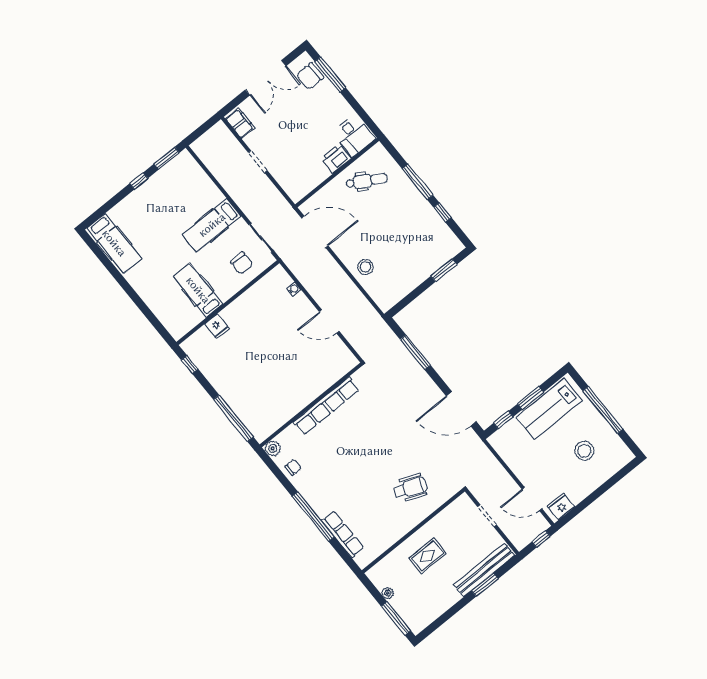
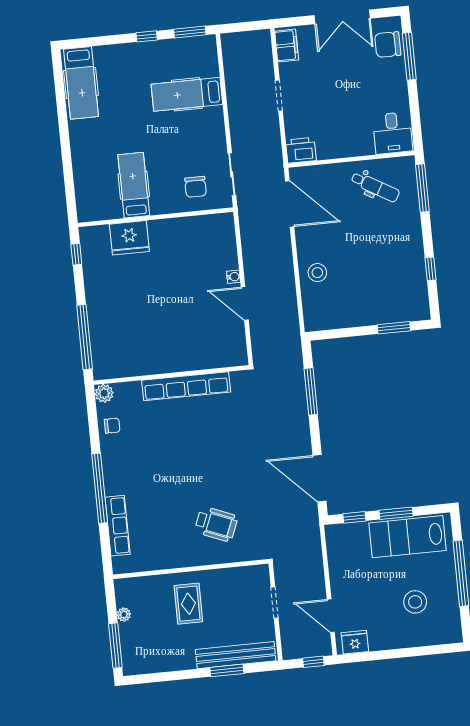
printer: (336, 159) -> (301, 150), moved
window: (417, 182) -> (422, 188), moved
hospital bed: (212, 225) -> (187, 94), moved
water cooler: (294, 289) -> (233, 277), moved
fridge: (217, 326) -> (129, 238), width x1.88, depth x1.34
rug: (428, 556) -> (188, 604), turned 90

